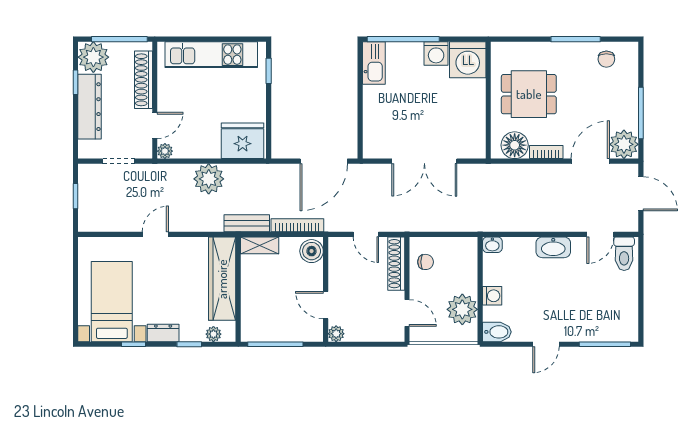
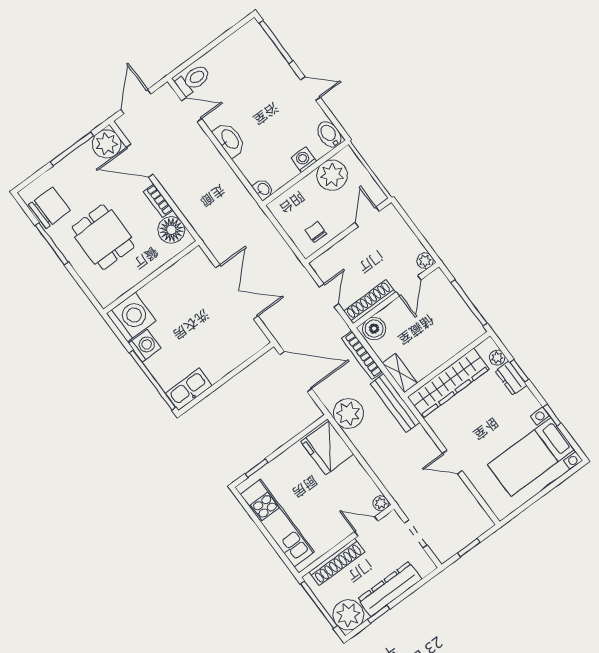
chair: (606, 59) -> (49, 208), width x1.87, depth x1.87
dining table: (529, 94) -> (103, 237), moved
plant: (209, 179) -> (348, 414), moved
bench: (247, 223) -> (395, 403), width x1.36
shoe rack: (396, 264) -> (369, 302), moved, turned 180
dresser: (163, 333) -> (511, 378), moved

